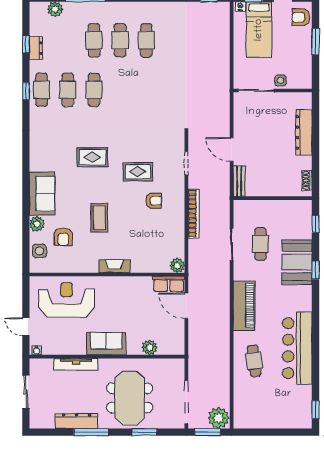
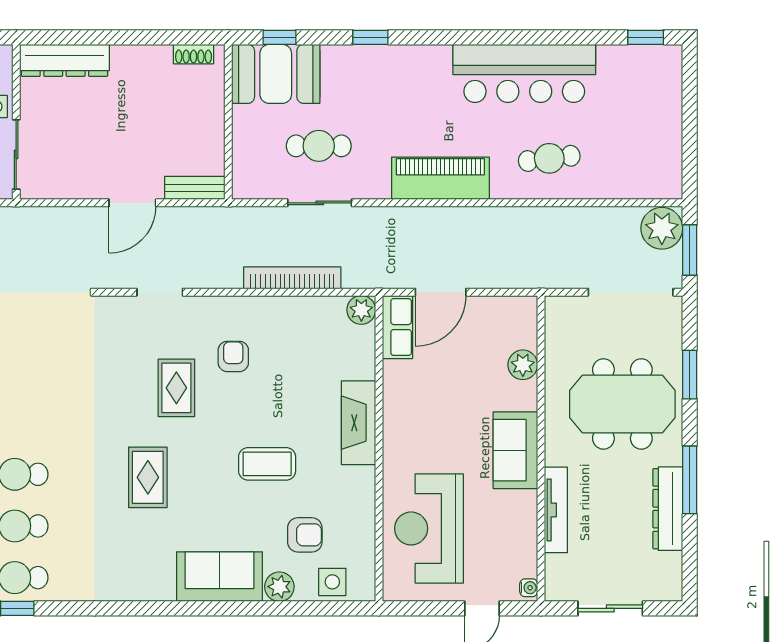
dresser: (304, 132) -> (64, 60), moved
bookcase: (194, 214) -> (292, 278), moved
booth: (297, 262) -> (276, 74), moved
fireplace: (114, 266) -> (358, 423), width x1.37, depth x1.32

